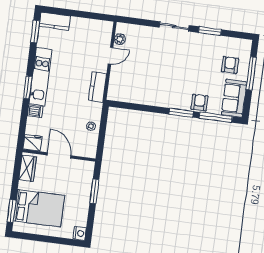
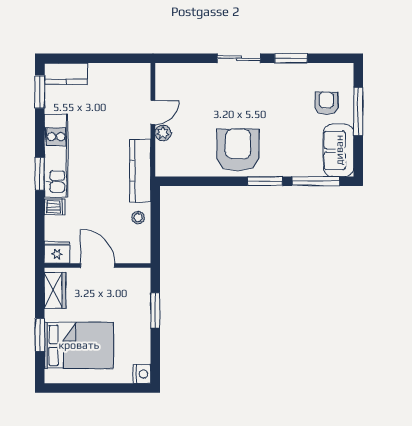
plant: (120, 39) -> (163, 133), moved
kitchen counter: (98, 87) -> (140, 171), width x1.50
armchair: (200, 103) -> (238, 150), moved, width x1.88, depth x1.88
window: (11, 211) -> (40, 335), moved

